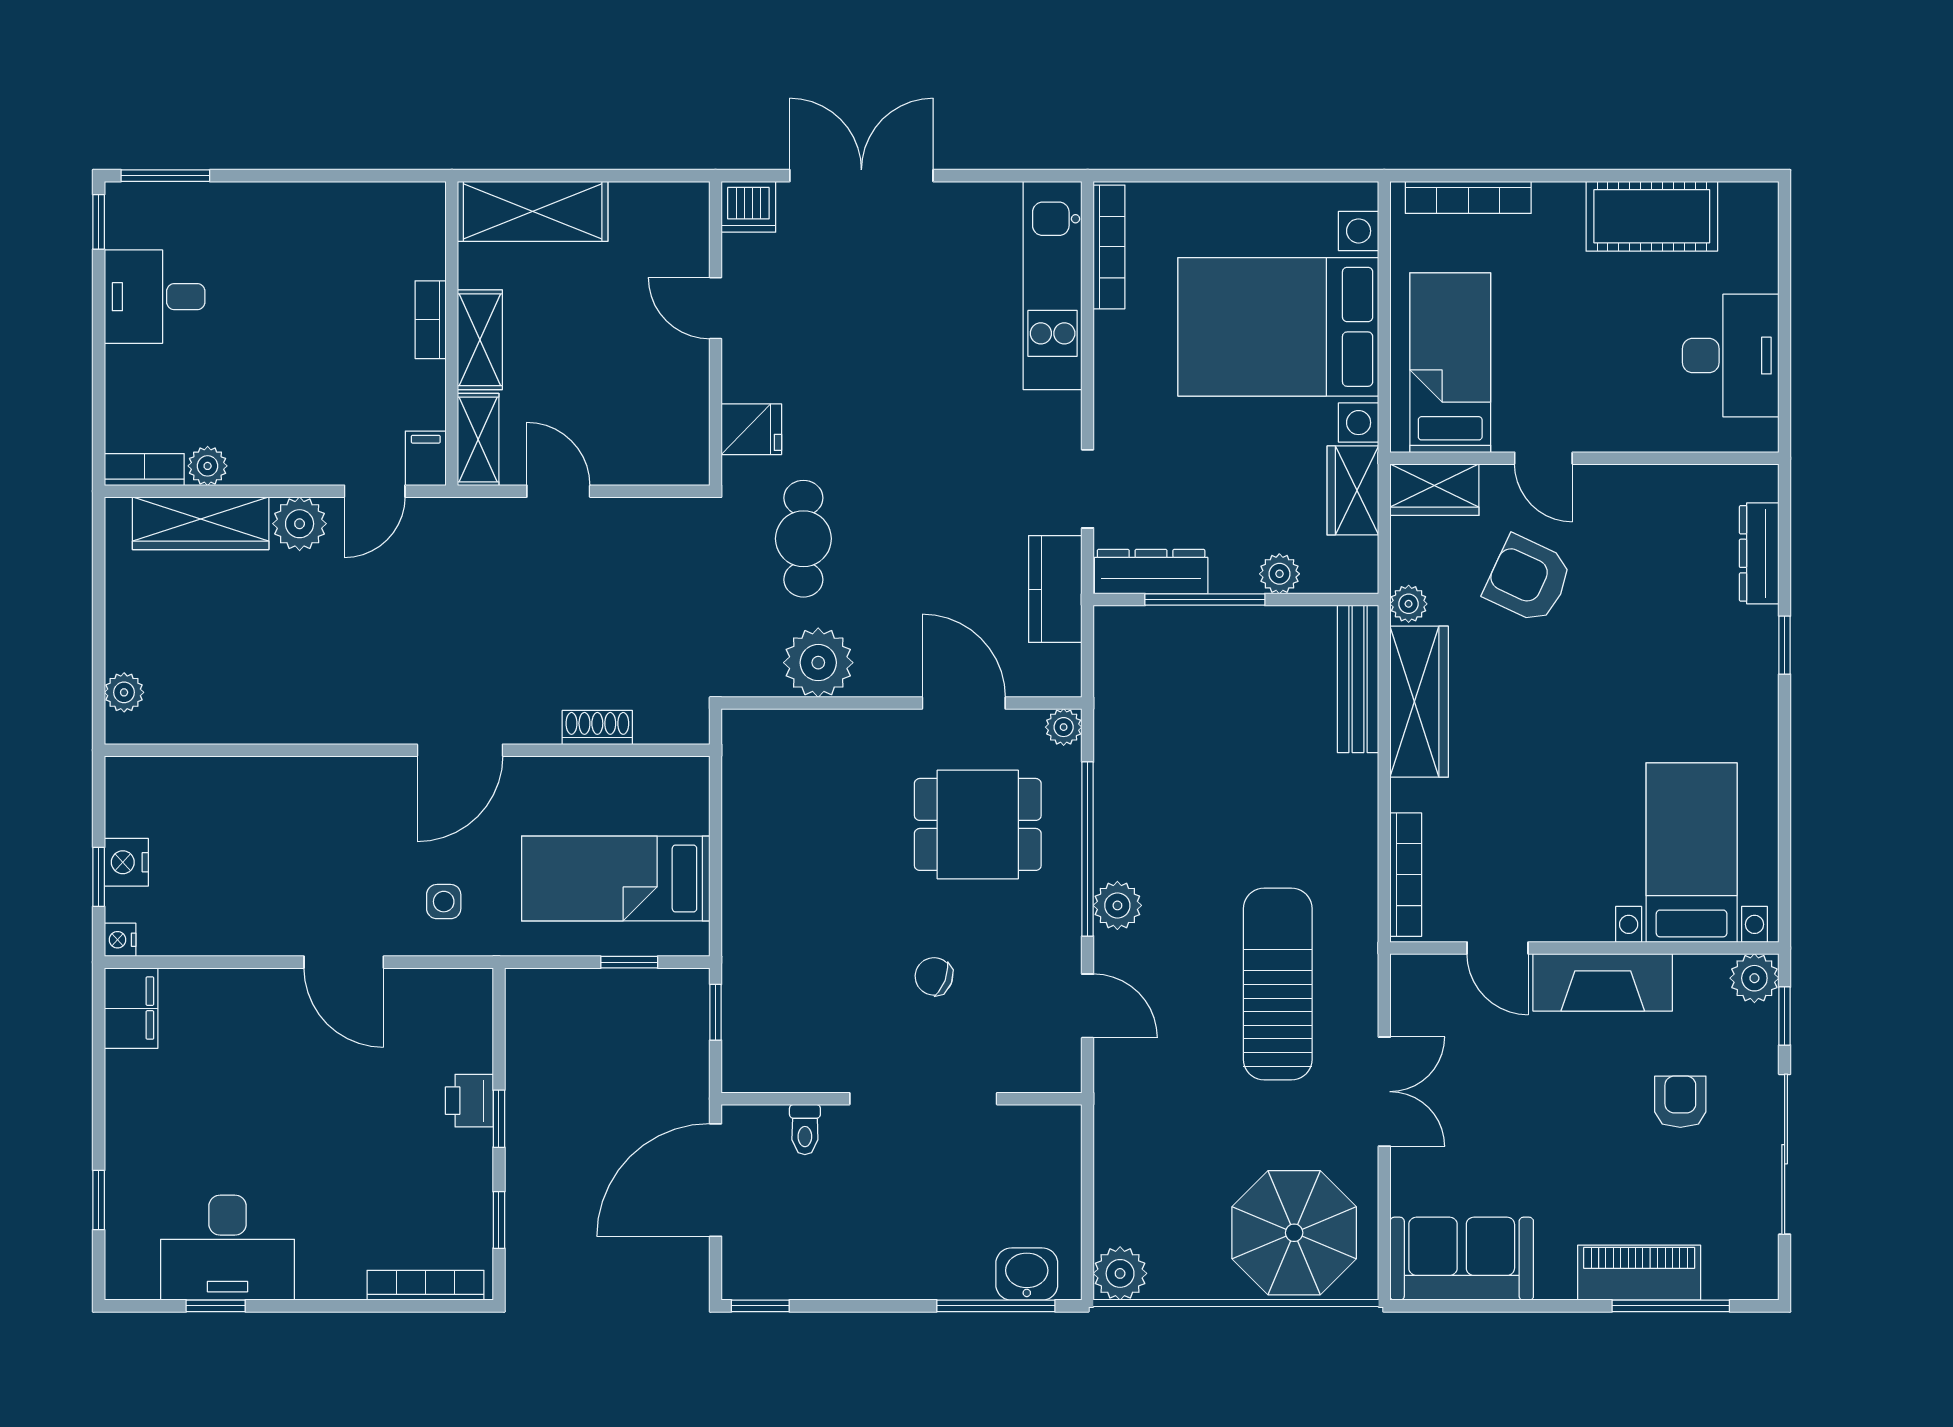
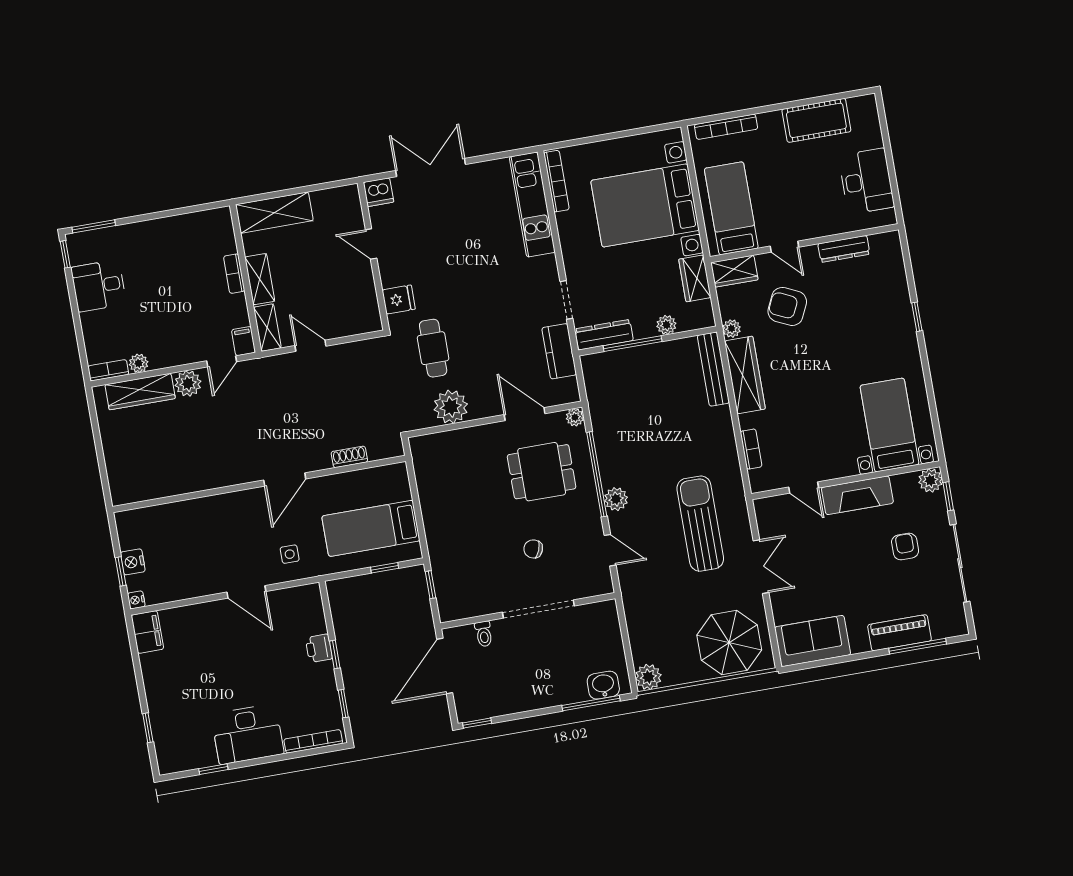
dresser: (1759, 553) -> (844, 249), moved, turned -90
plant: (124, 692) -> (117, 480), removed
bookcase: (1406, 875) -> (751, 449), width x0.64
desk: (228, 1248) -> (248, 734), moved

